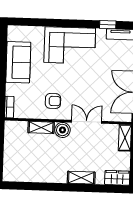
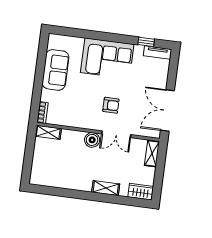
armchair: (53, 101) -> (111, 105), moved
double door: (87, 122) -> (116, 134), swing flipped
shelving: (41, 127) -> (48, 132), moved

